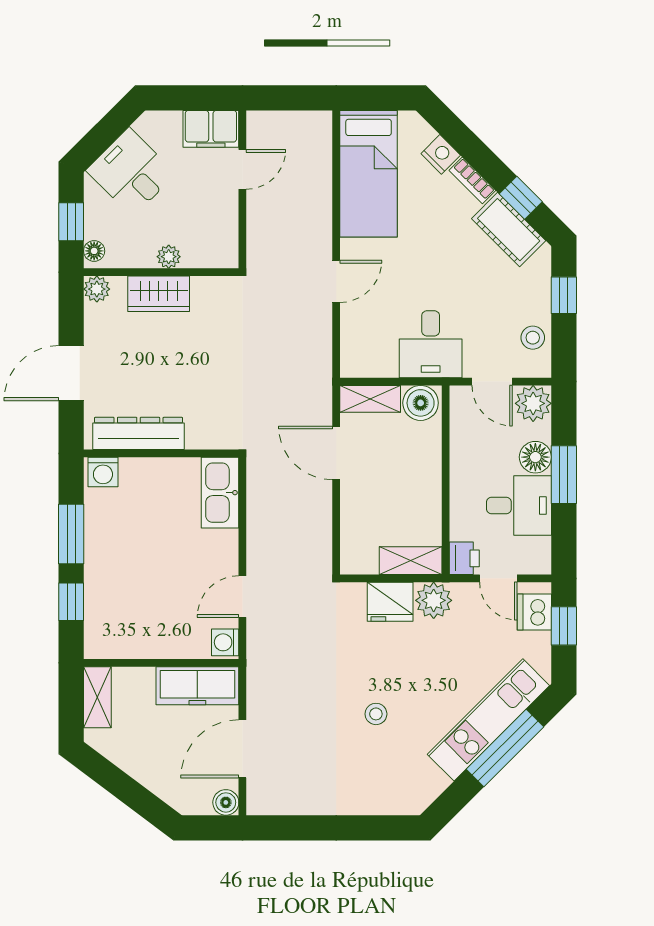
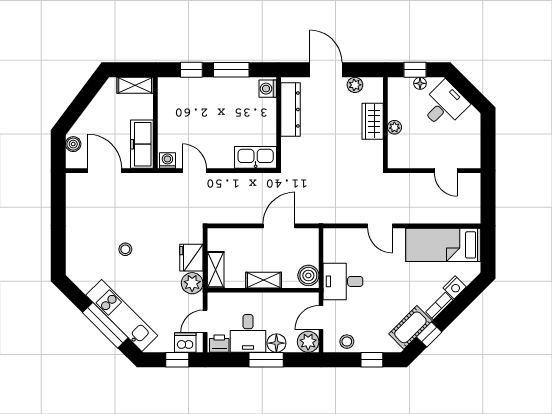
filing cabinet: (211, 129) -> (470, 152), removed
floor lamp: (94, 251) -> (420, 83), moved
plant: (97, 289) -> (355, 85), moved
shelving: (370, 399) -> (264, 280), moved, turned 90
printer: (464, 558) -> (219, 344), moved, turned 180
boiler: (226, 802) -> (73, 144), moved

